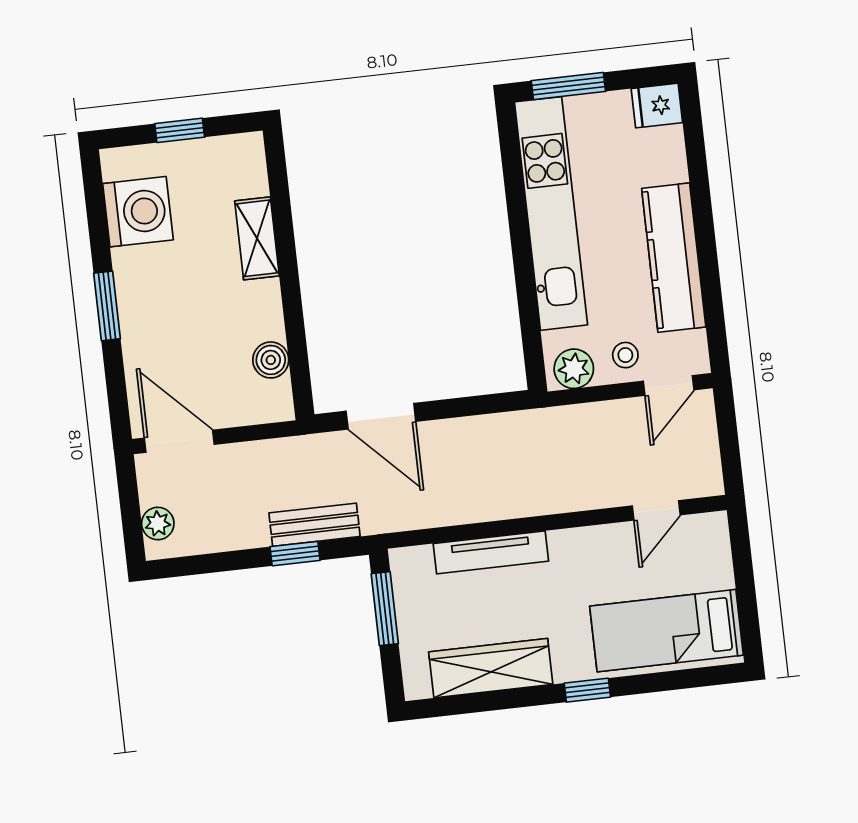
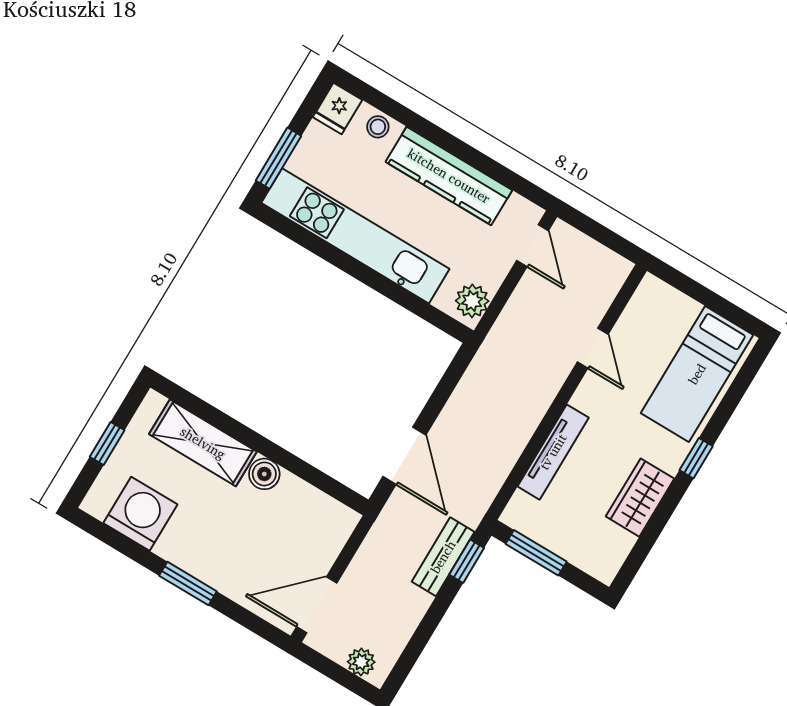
shelving: (257, 238) -> (203, 443), width x1.50, depth x1.33
stool: (625, 355) -> (378, 127), moved
boiler: (271, 360) -> (264, 474), moved
door: (381, 416) -> (404, 456), hinge flipped
door: (656, 510) -> (593, 348), moved
window: (295, 554) -> (467, 561), moved
wardrobe: (491, 668) -> (640, 498), width x0.67

